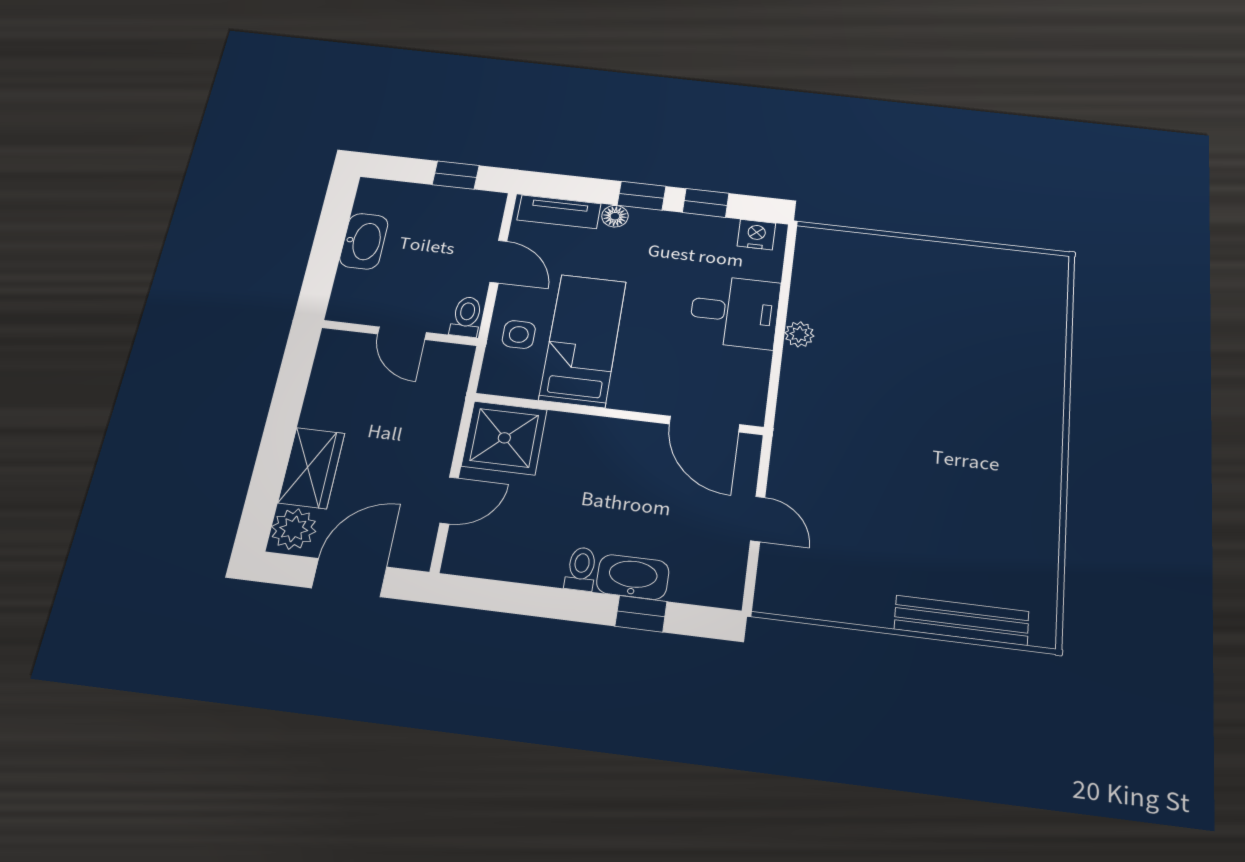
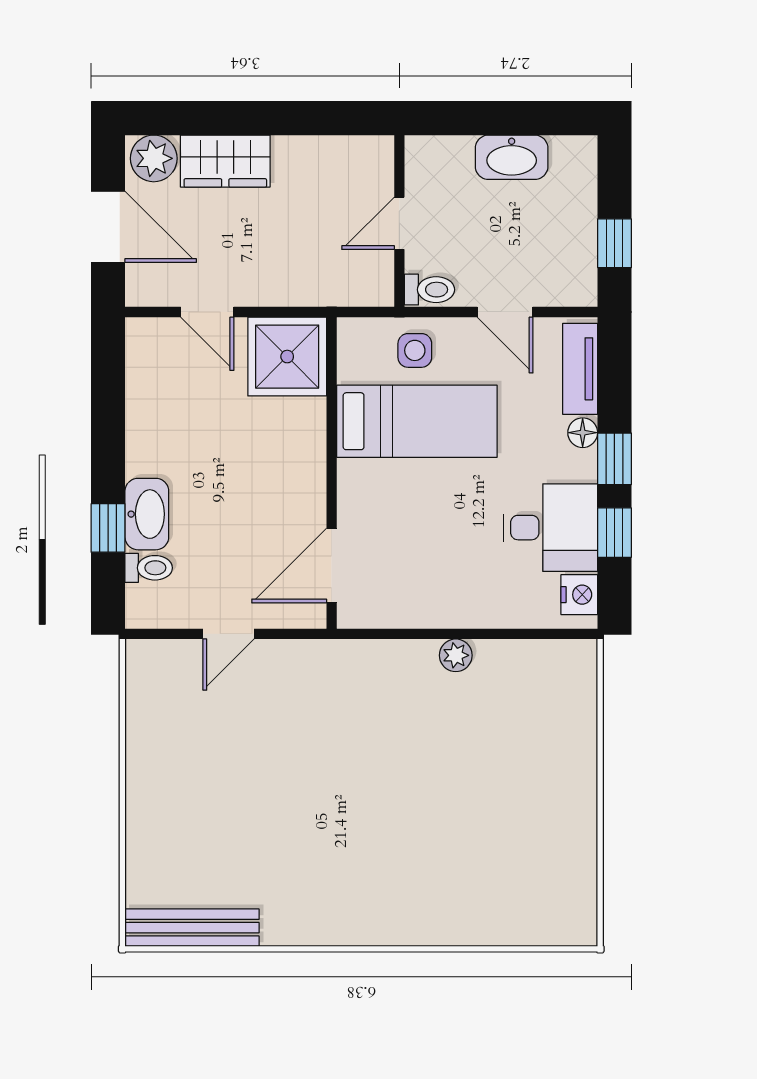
door: (498, 262) -> (505, 312), hinge flipped
desk: (735, 312) -> (550, 528), moved, turned -90
toilet: (581, 569) -> (149, 568), moved
bench: (962, 620) -> (192, 928), moved, turned 90

